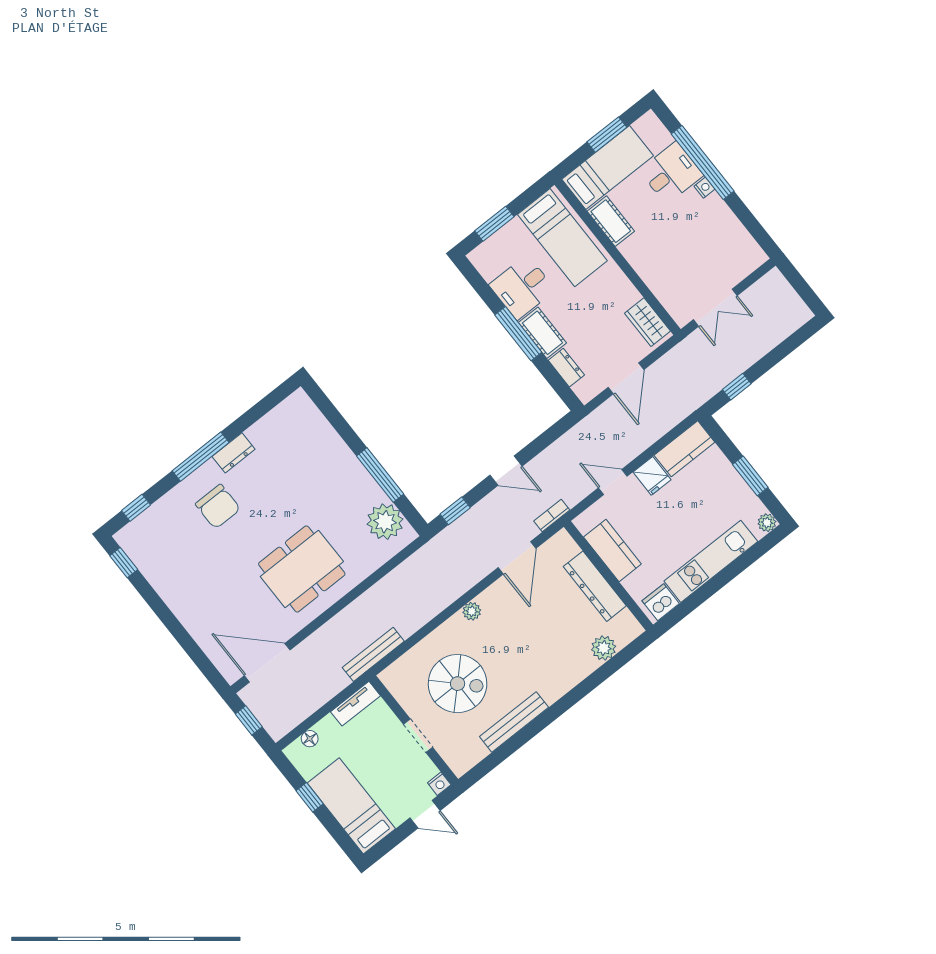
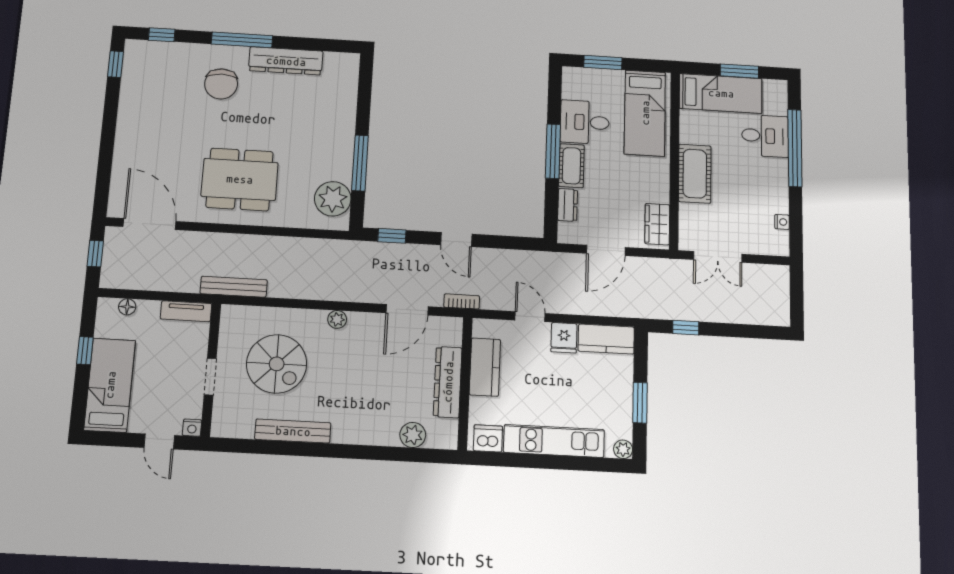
nightstand: (704, 188) -> (782, 222), moved
cot: (611, 221) -> (695, 174), moved, width x1.37, depth x1.34
dresser: (234, 453) -> (286, 61), width x1.96, depth x1.24

